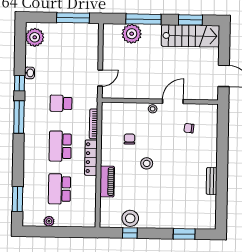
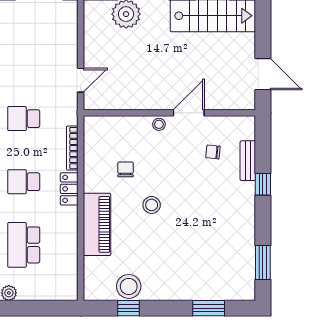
school desk: (60, 146) -> (24, 182), width x0.54
window: (222, 151) -> (263, 184), added
locker: (91, 158) -> (69, 189), width x0.66
bench: (212, 181) -> (248, 161), moved
piano: (107, 182) -> (97, 224), width x1.37, depth x1.33
window: (221, 204) -> (263, 263), added

